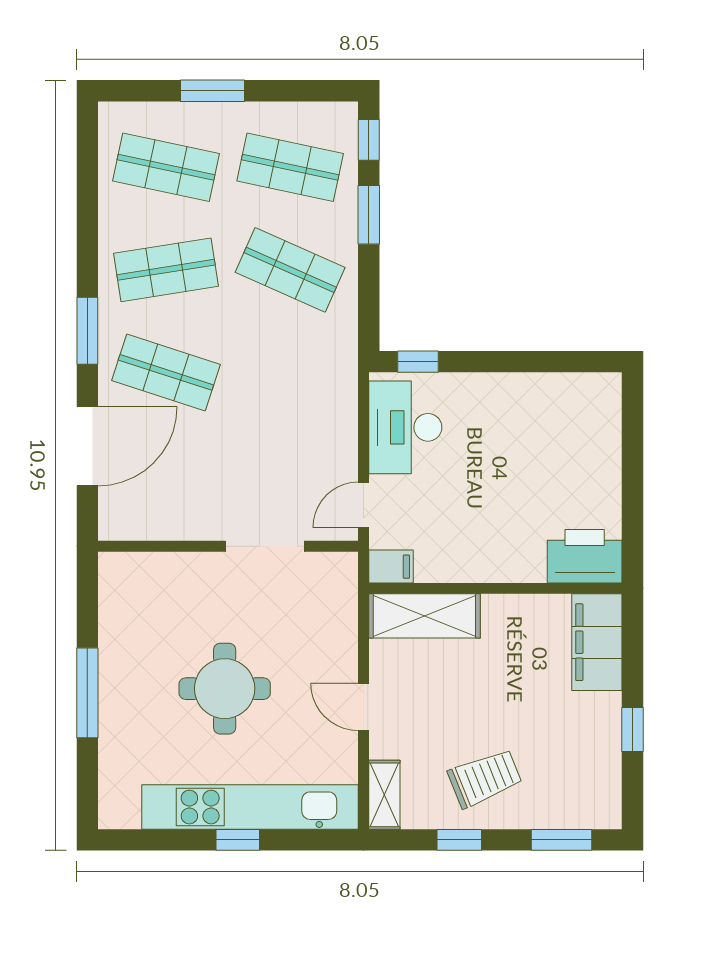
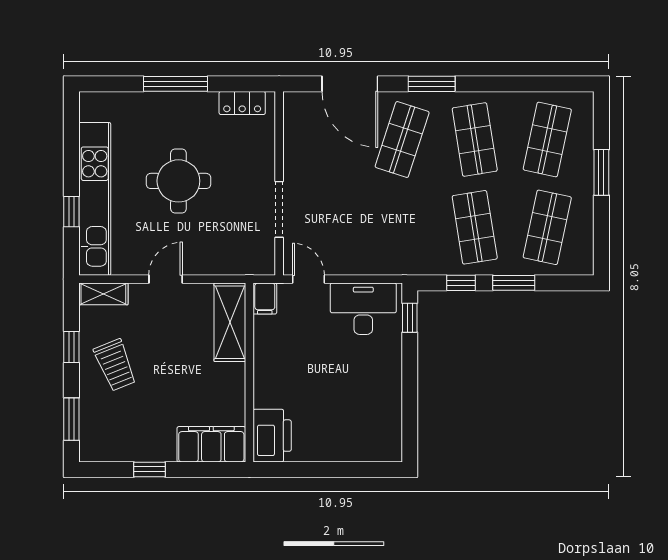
window: (369, 140) -> (461, 283), moved
shop shelf: (290, 270) -> (475, 227), turned -33
locker: (114, 599) -> (242, 103), added
window: (238, 840) -> (71, 212), moved

